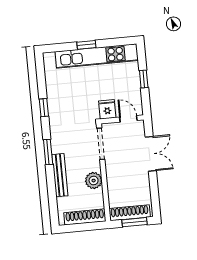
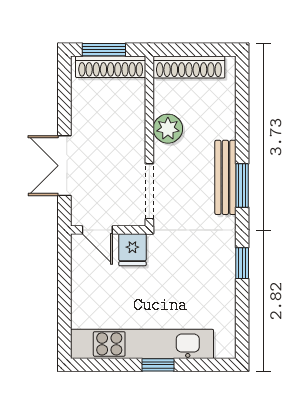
window: (144, 79) -> (64, 296), removed
bench: (60, 175) -> (225, 177), moved

